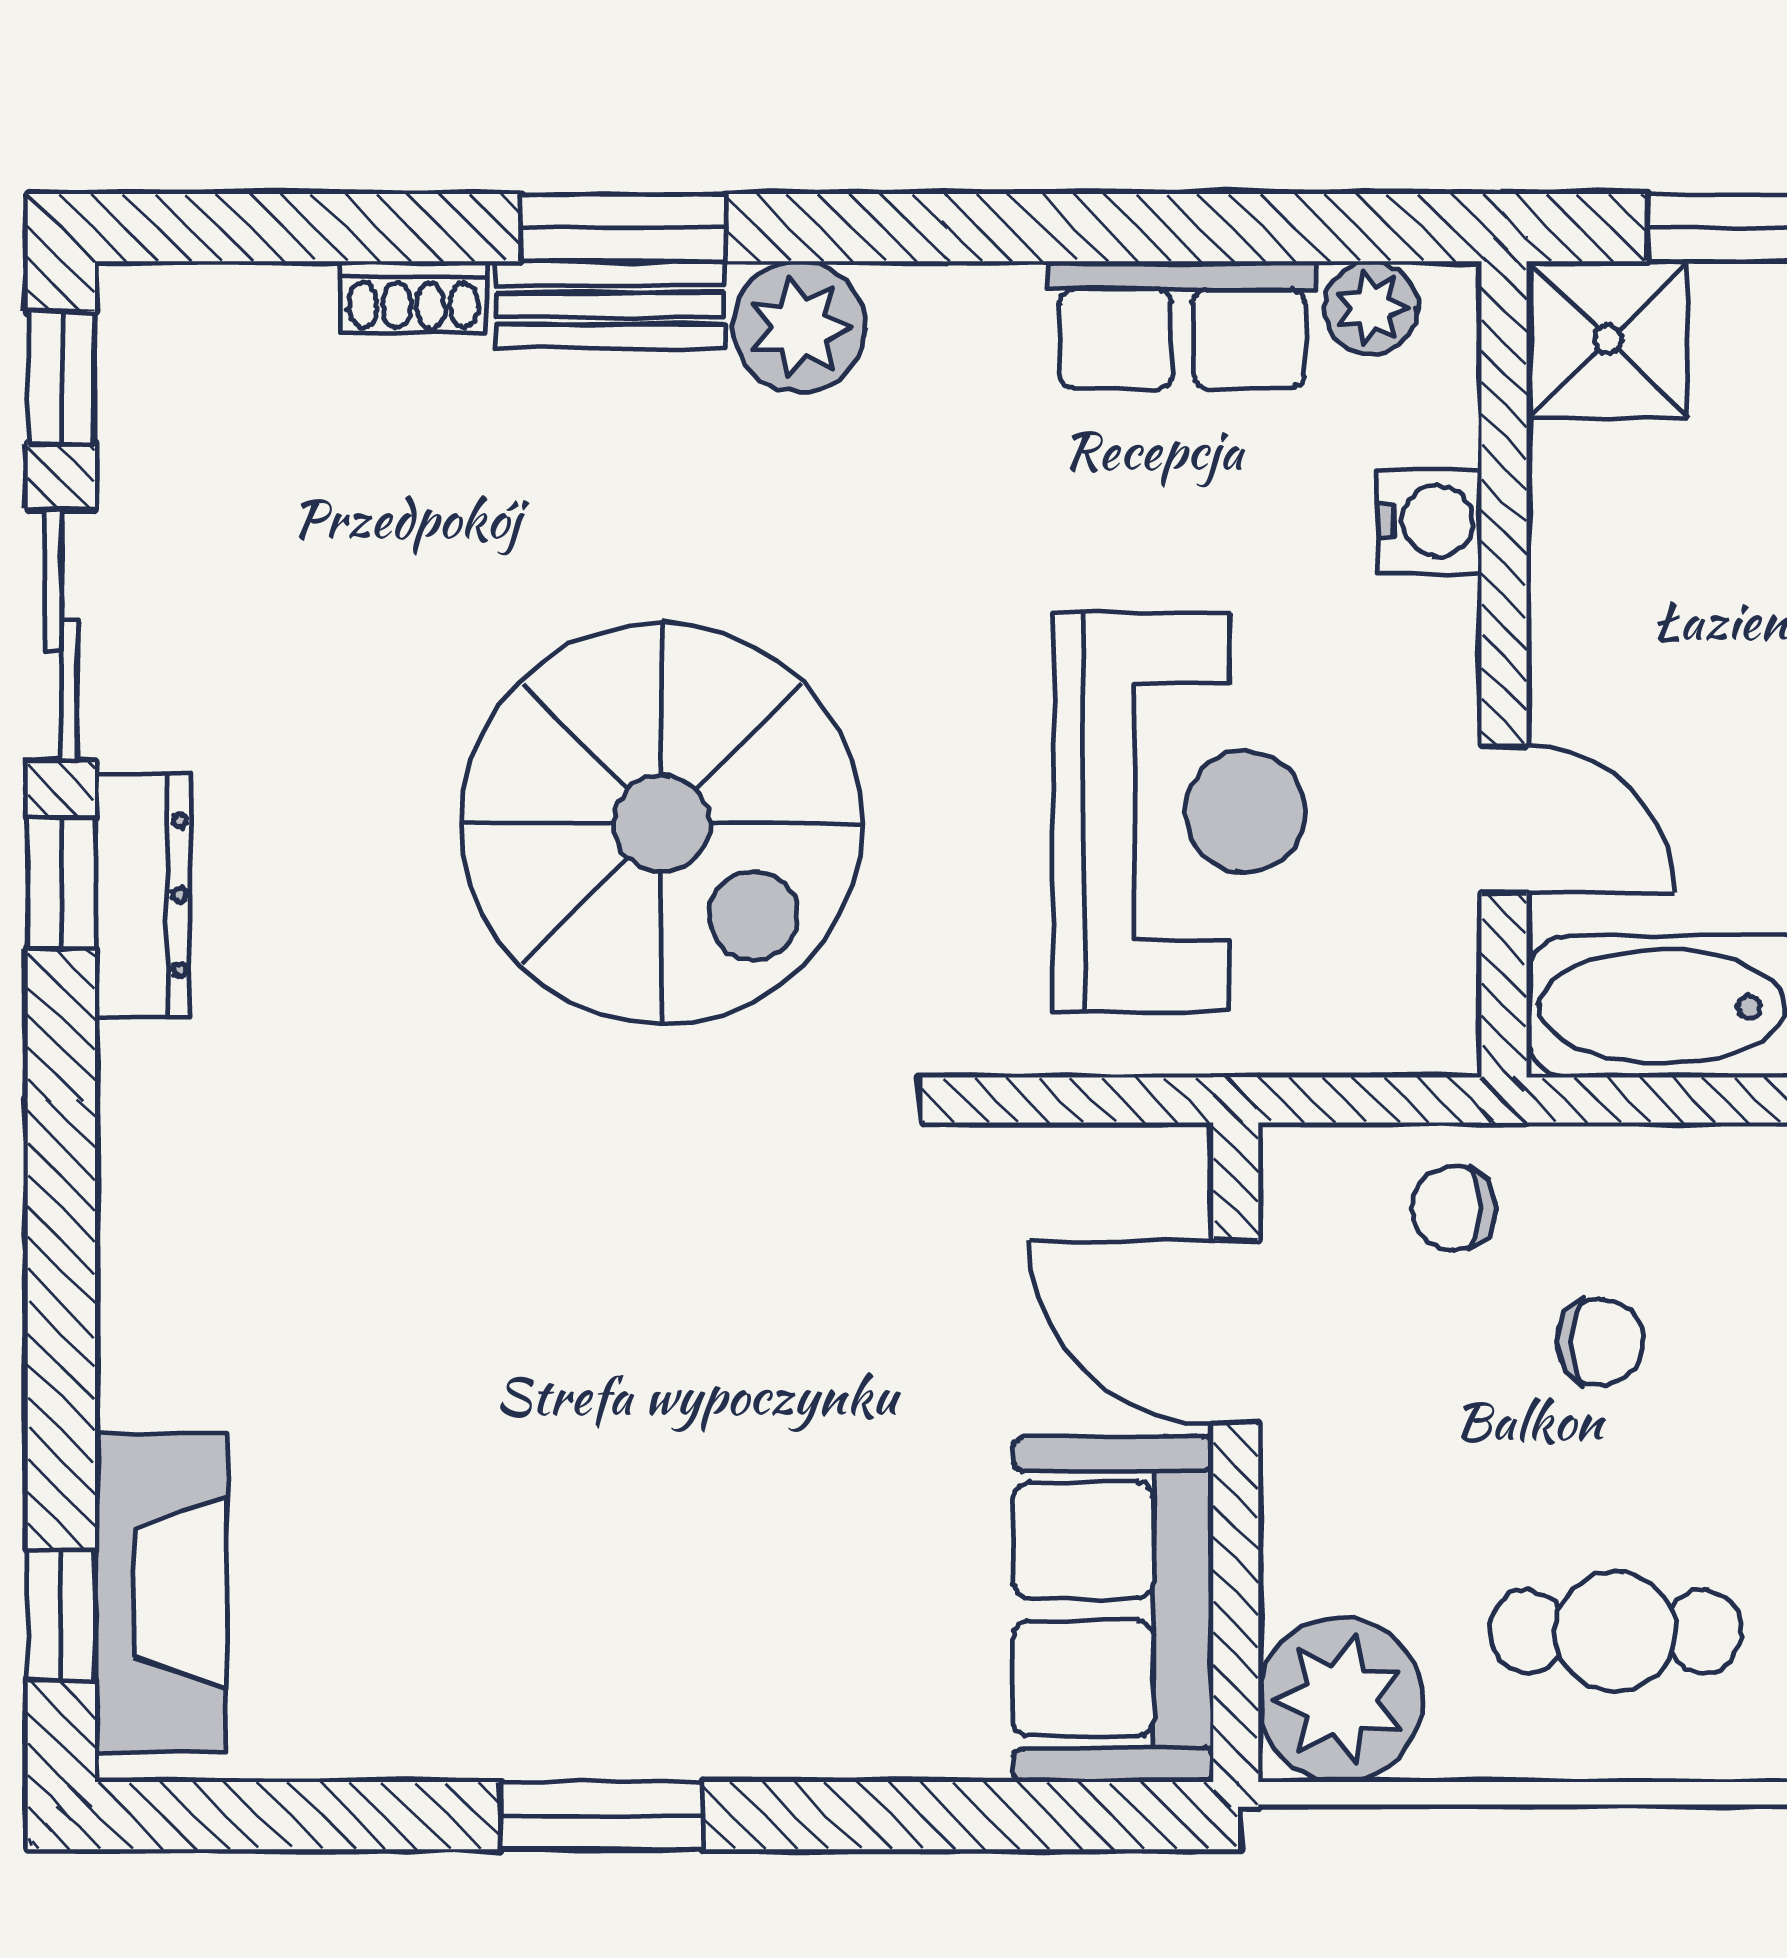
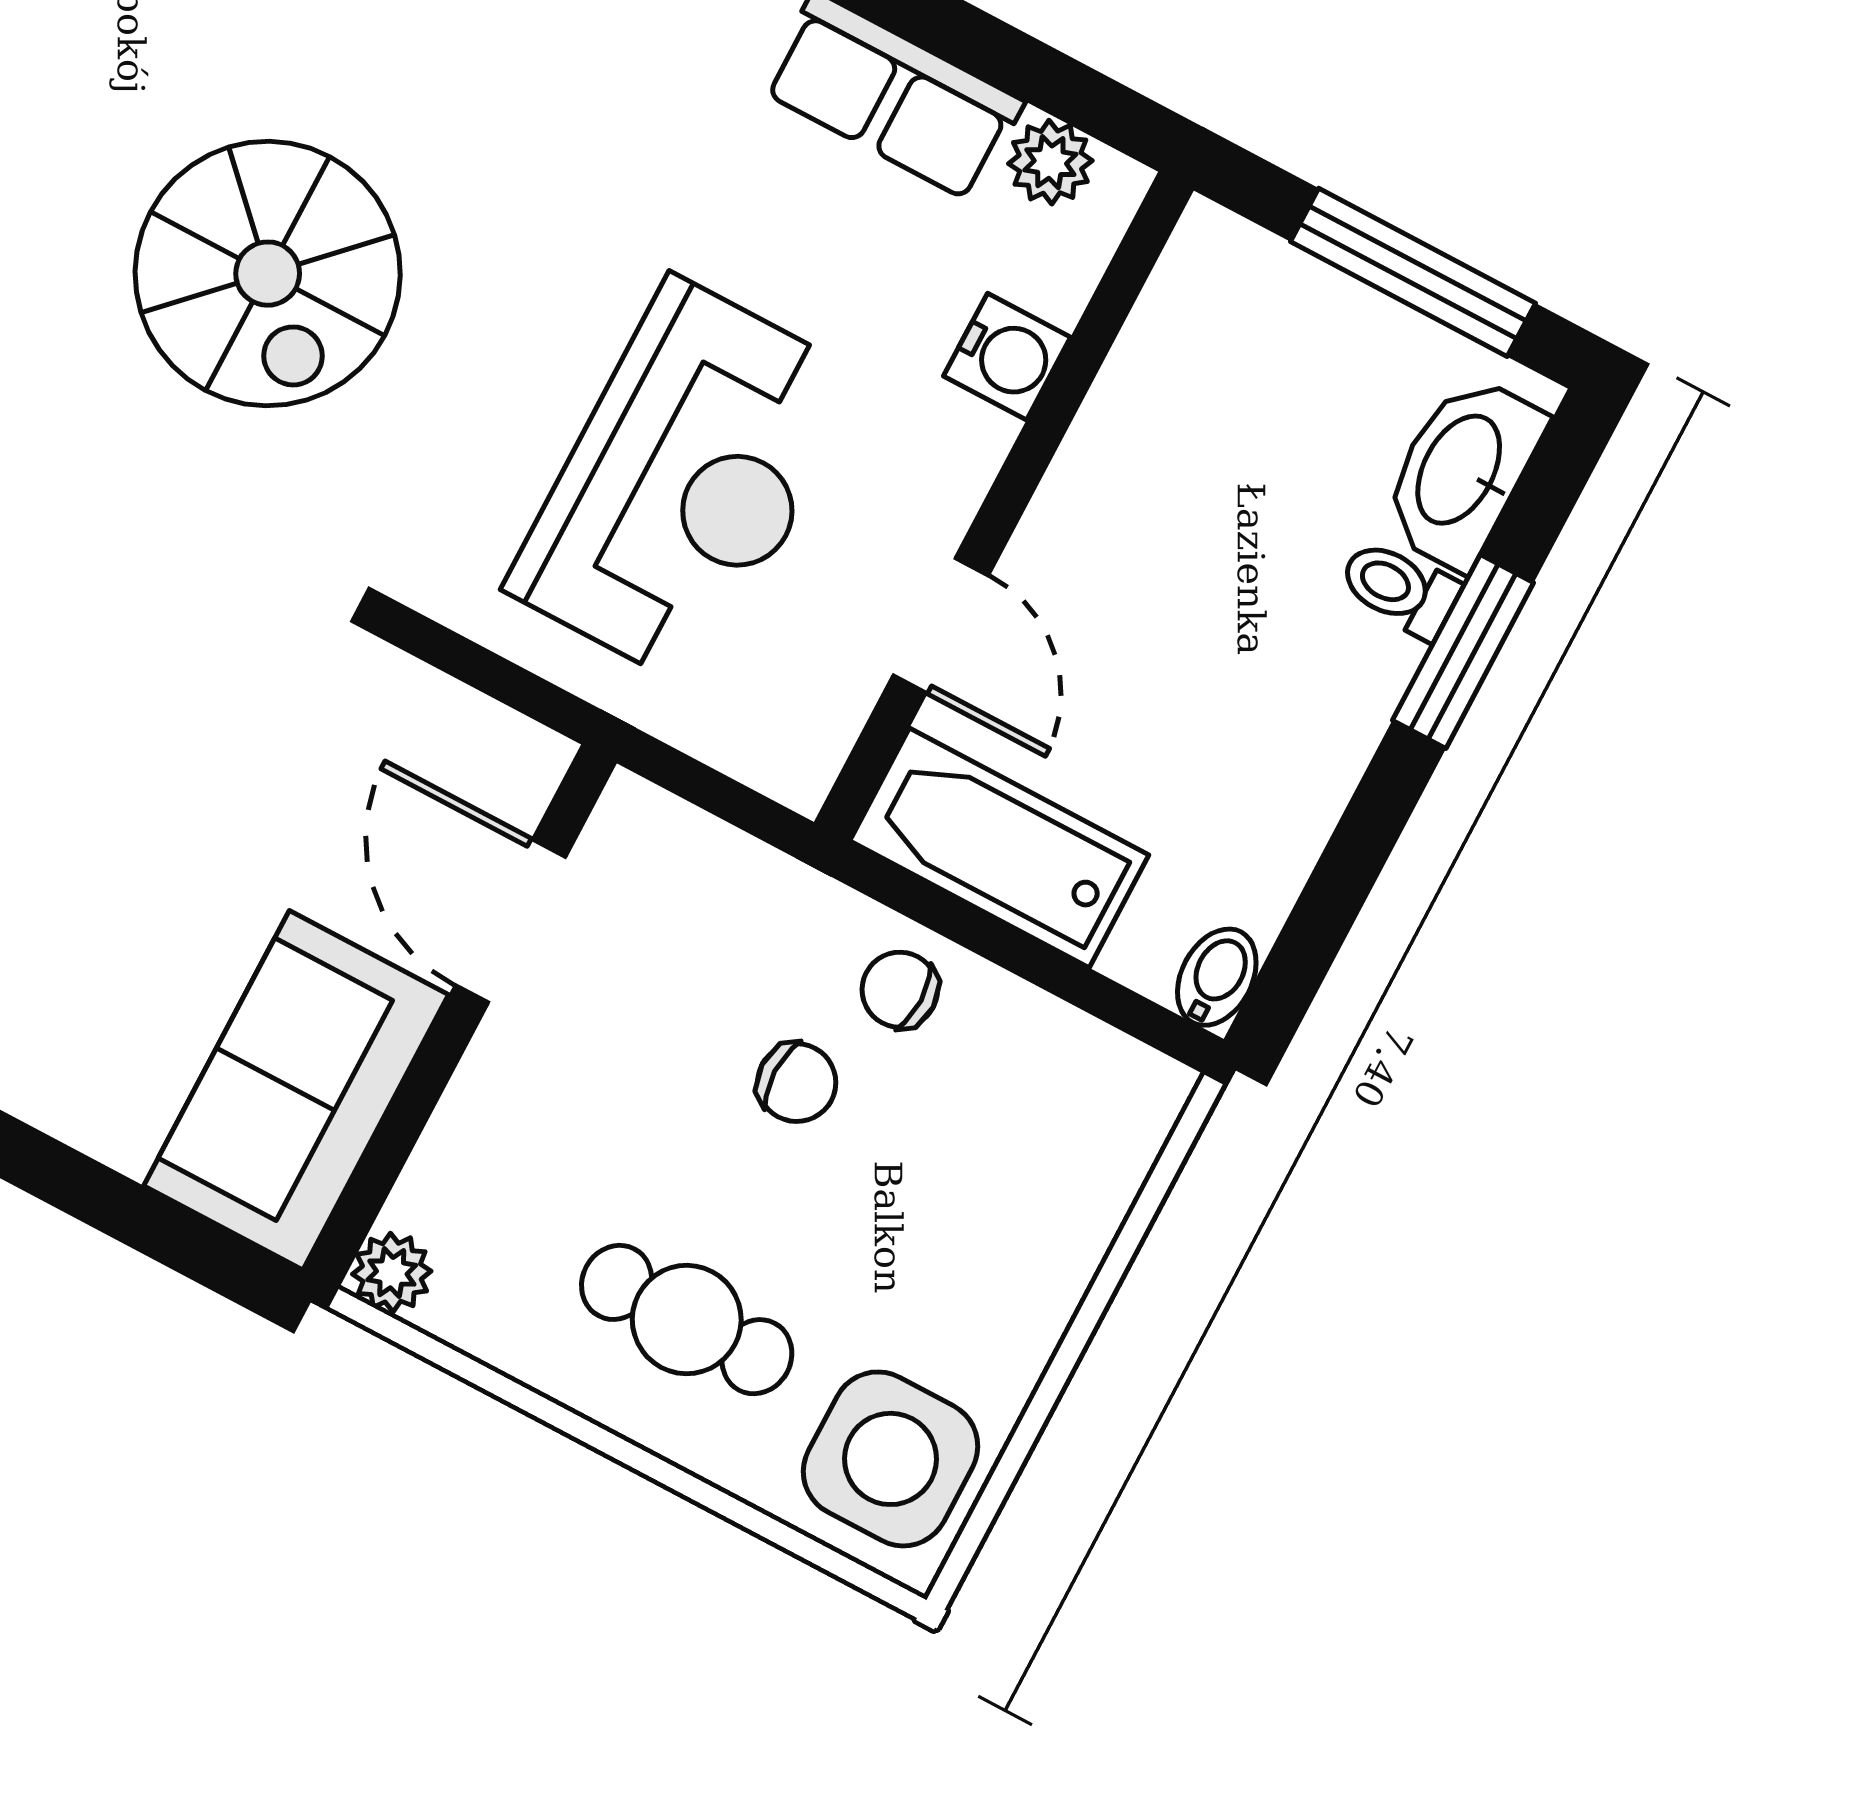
shower: (1608, 339) -> (1226, 287), removed
spiral stairs: (661, 823) -> (268, 274), width x0.73, depth x0.73
chair: (1454, 1208) -> (900, 990), moved
plant: (1340, 1700) -> (392, 1273), width x0.53, depth x0.53

